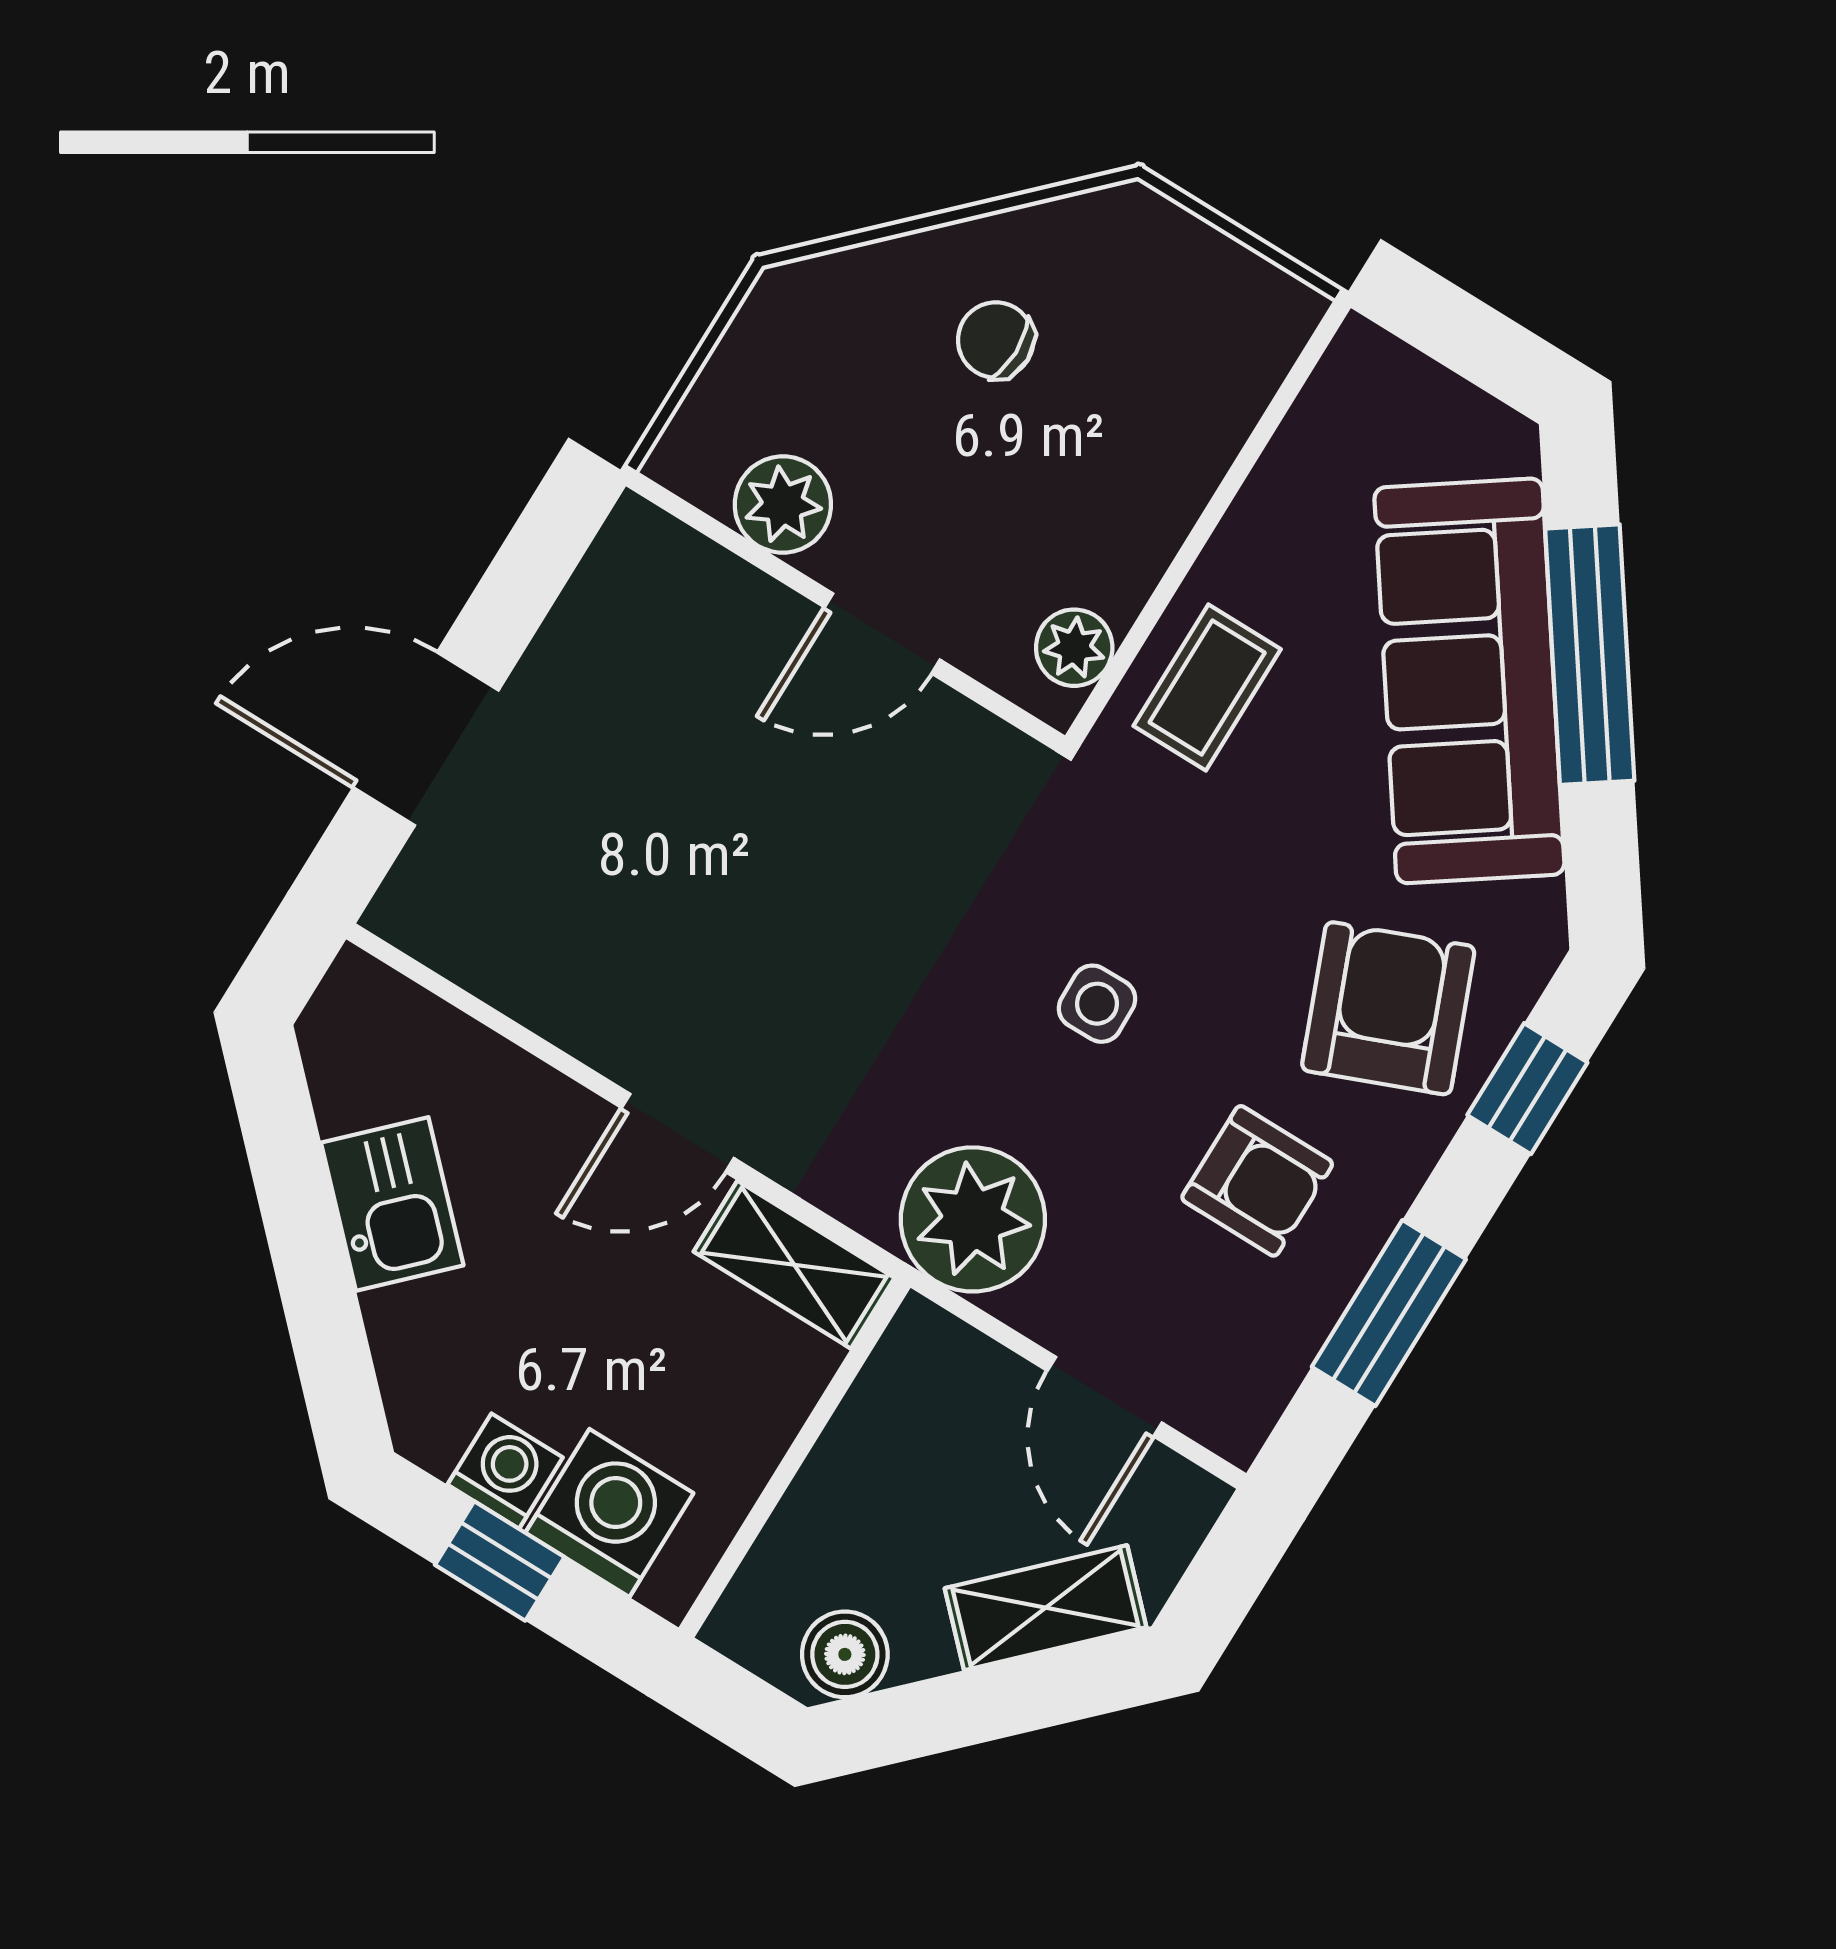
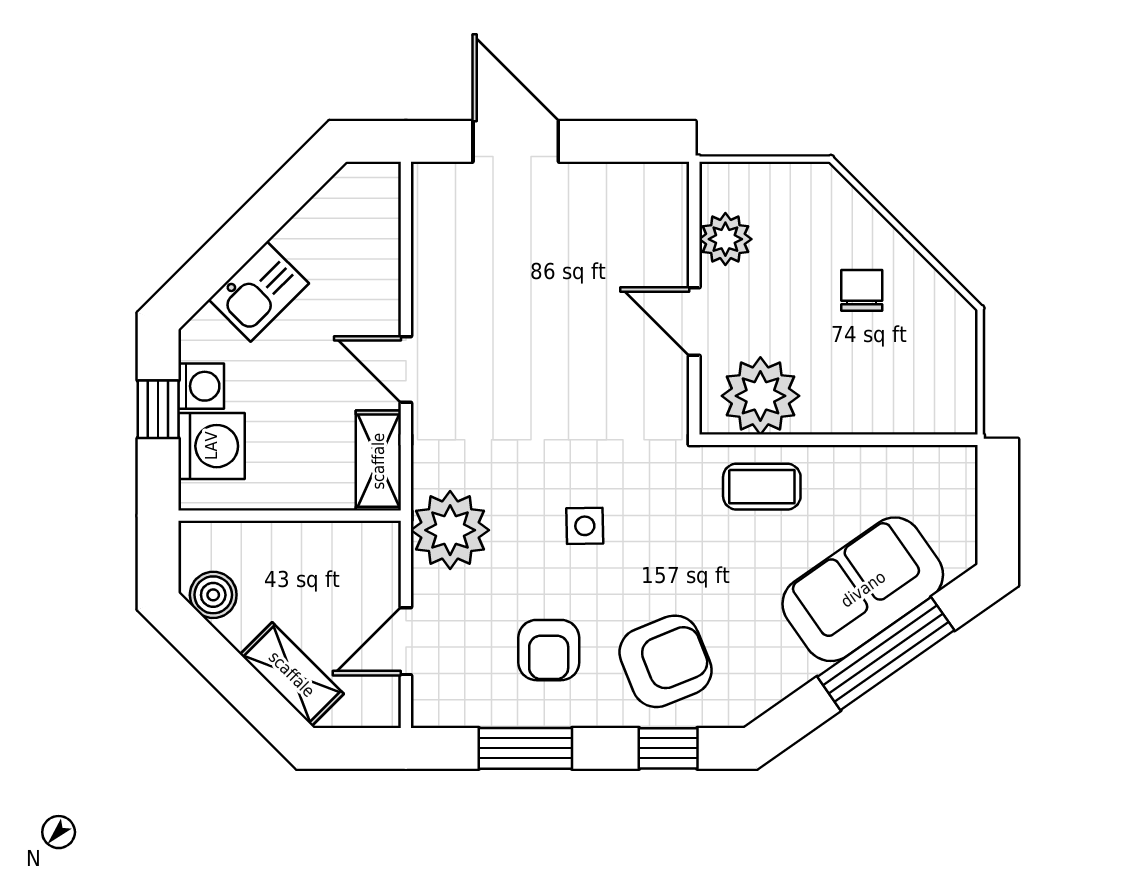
plant: (1074, 648) -> (760, 396), width x1.88, depth x1.88
sofa: (1469, 681) -> (863, 589), width x0.73
kitchen sink: (392, 1204) -> (259, 291), moved

